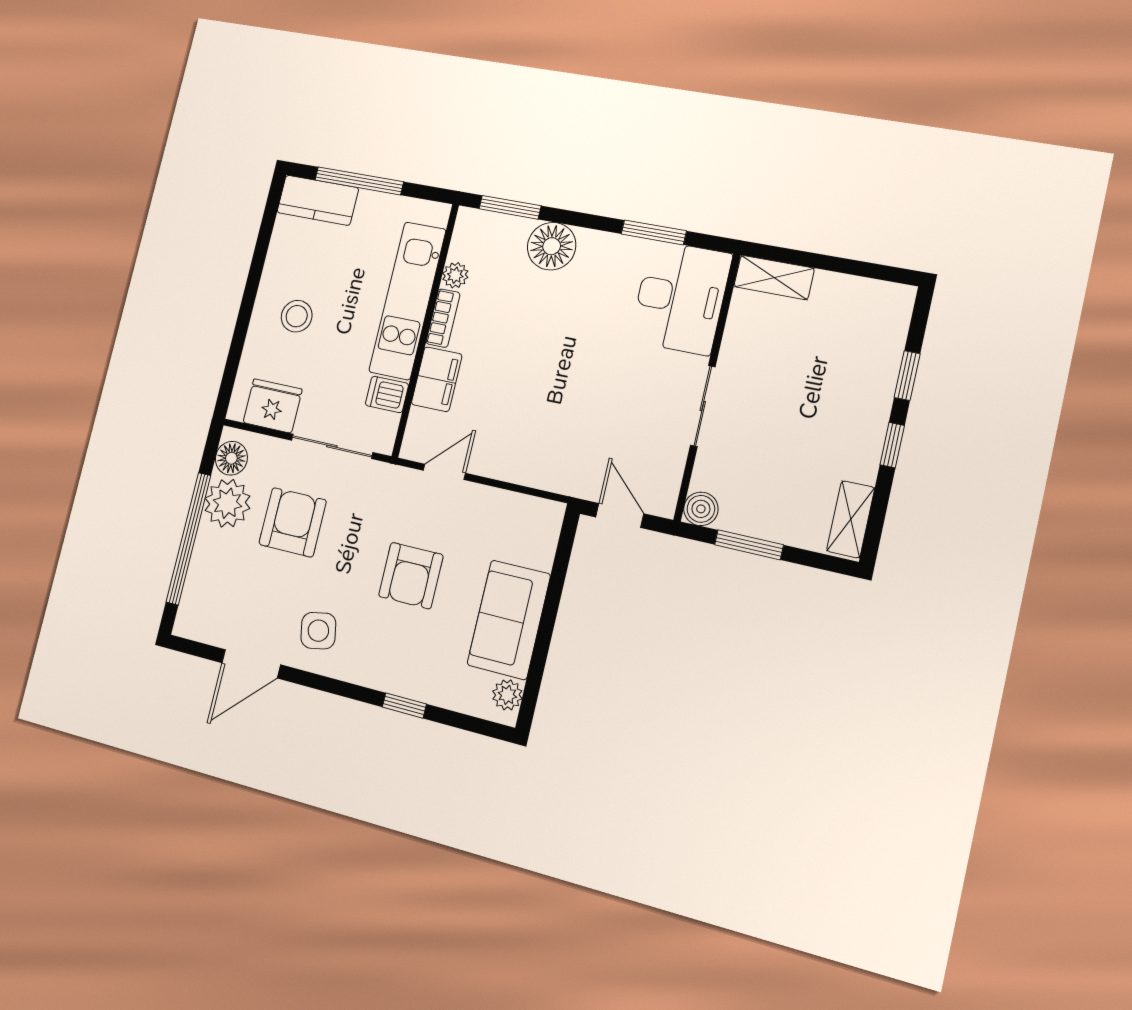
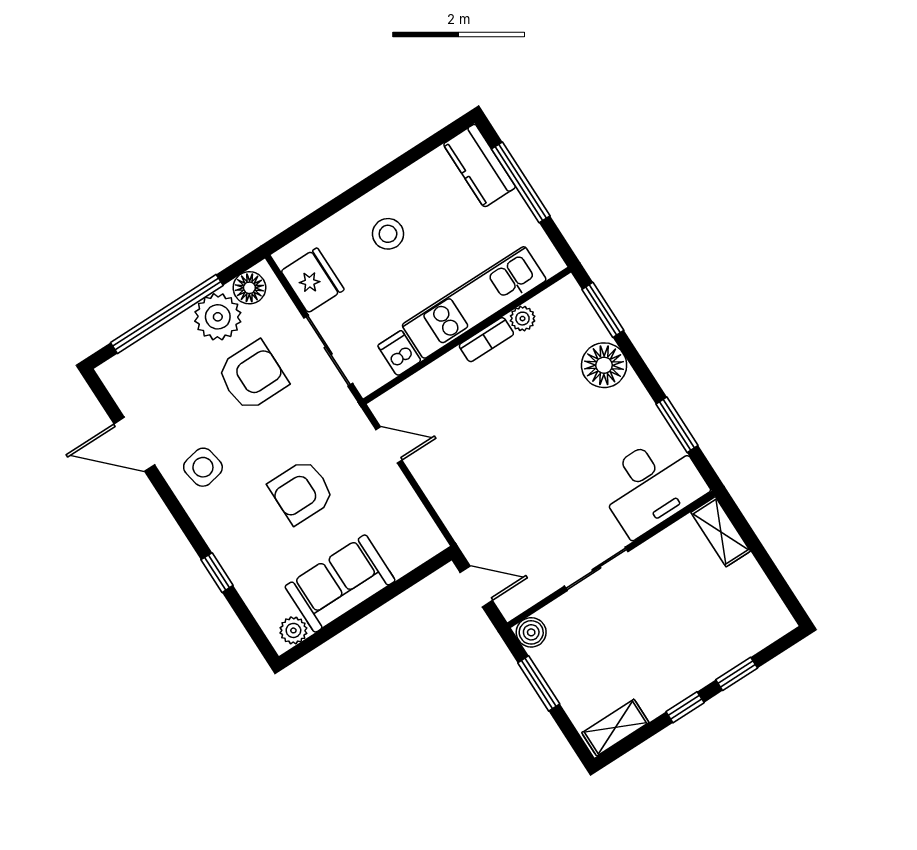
filing cabinet: (437, 379) -> (443, 377), removed
door: (620, 515) -> (476, 586), hinge flipped

